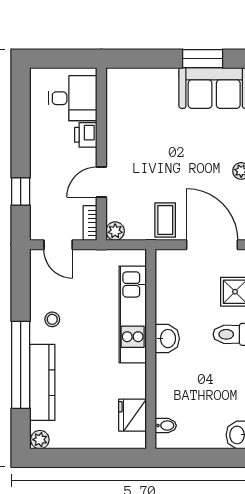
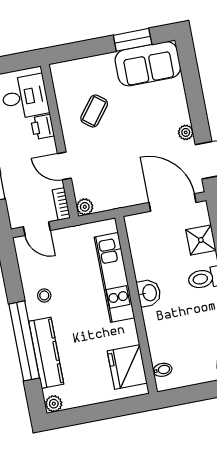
door: (101, 182) -> (64, 166), hinge flipped
coffee table: (165, 220) -> (94, 111), moved, turned 38
fridge: (132, 415) -> (127, 367), width x1.36, depth x1.34

